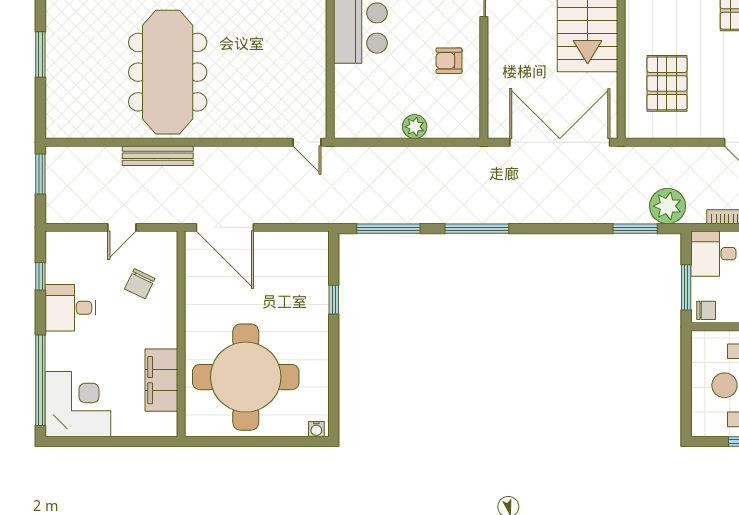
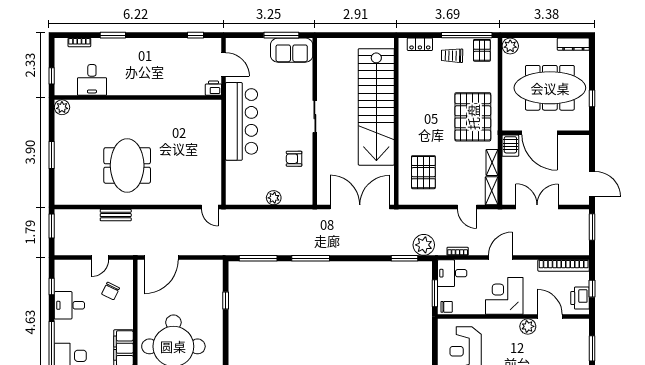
meeting table: (168, 72) -> (127, 165), width x0.73
bench: (158, 156) -> (116, 215), width x0.73
door: (225, 227) -> (161, 258), hinge flipped

